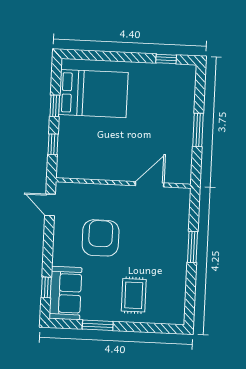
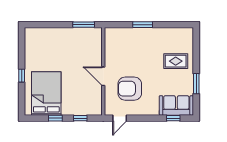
window: (166, 59) -> (22, 76), moved
window: (198, 130) -> (84, 25), moved
door: (150, 184) -> (103, 76), moved
armchair: (101, 238) -> (130, 89), moved

